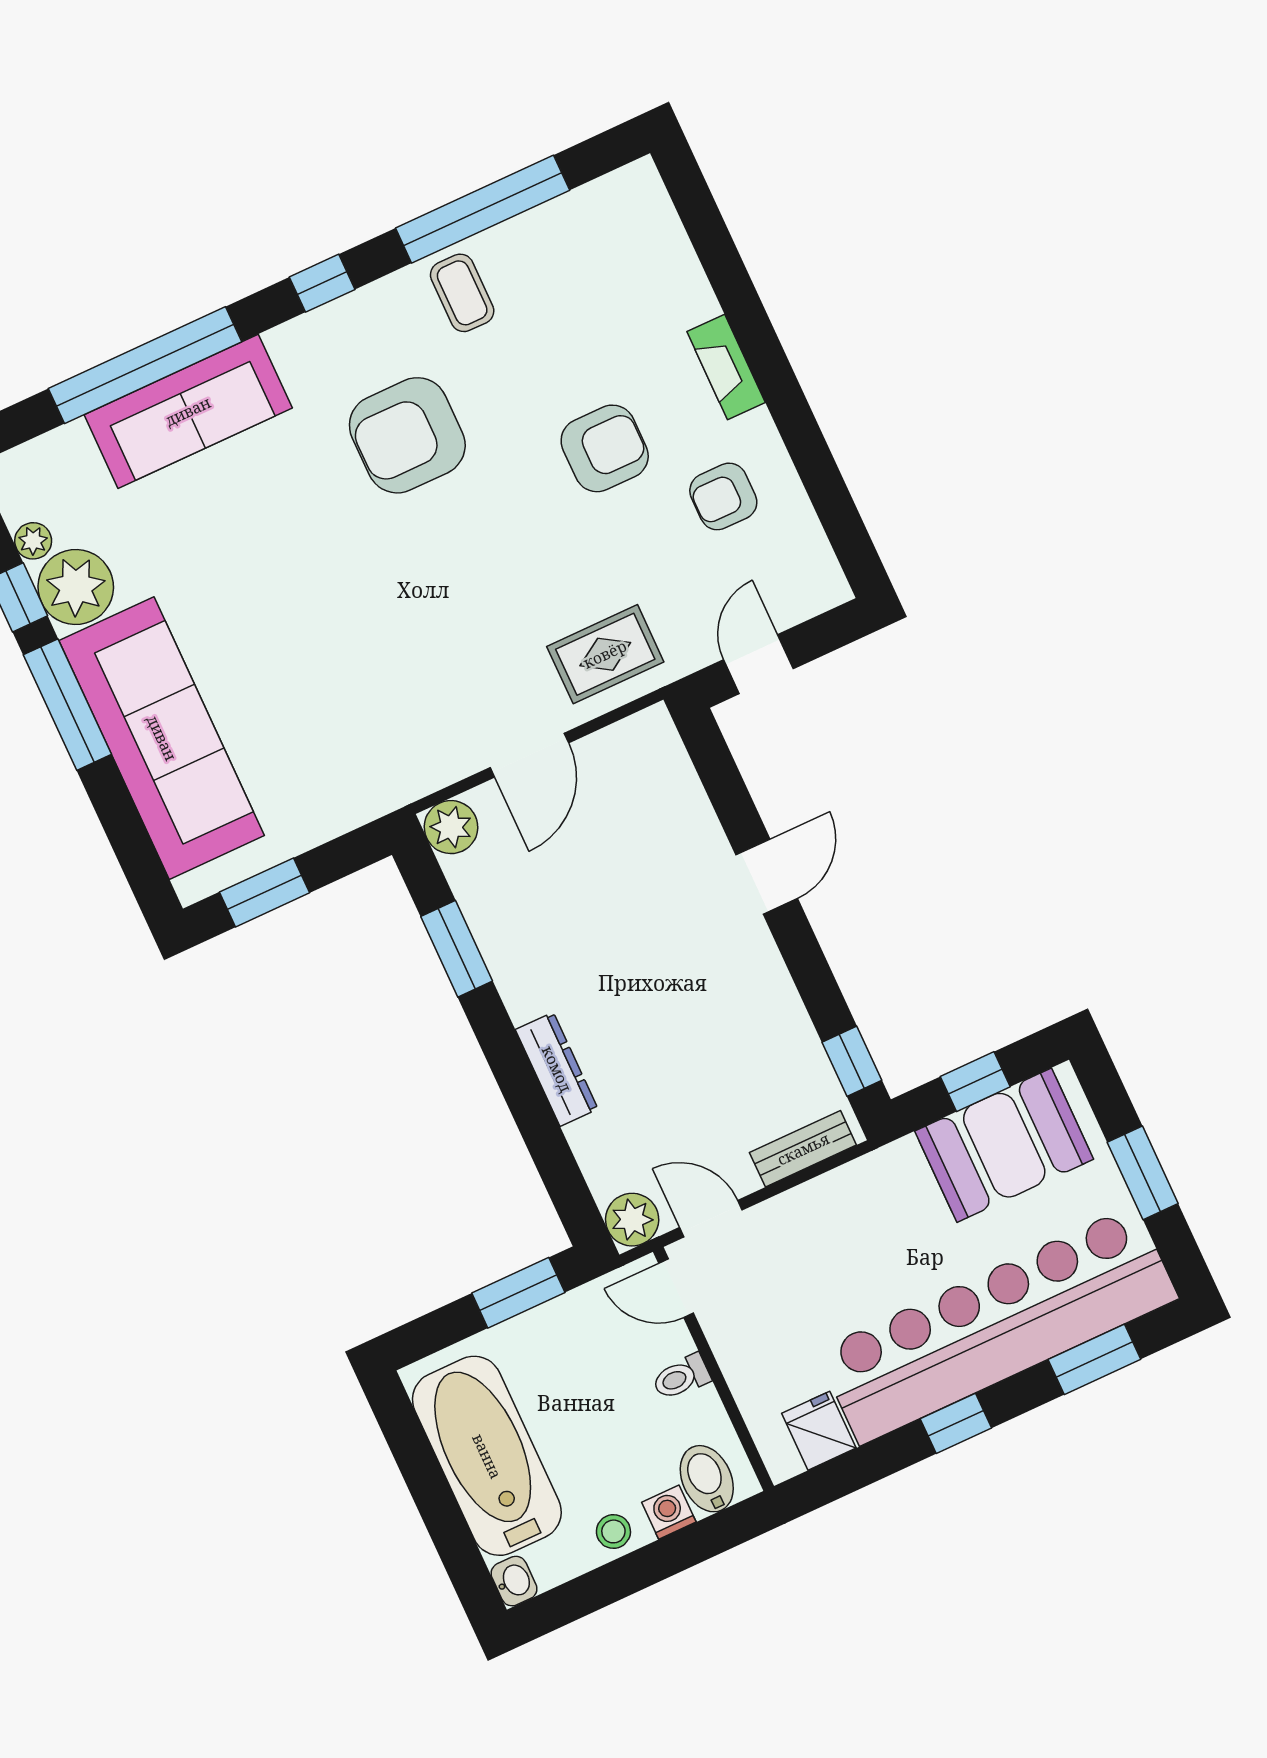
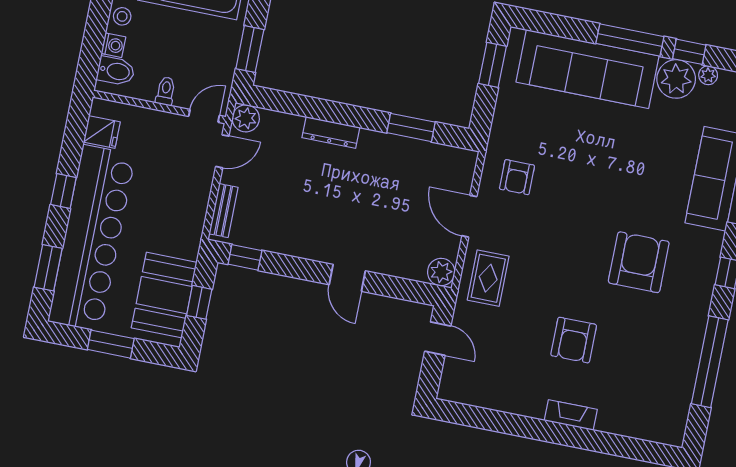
coffee table: (462, 293) -> (681, 328), removed
armchair: (723, 496) -> (517, 177), moved, turned 180
plant: (451, 827) -> (441, 272), moved

